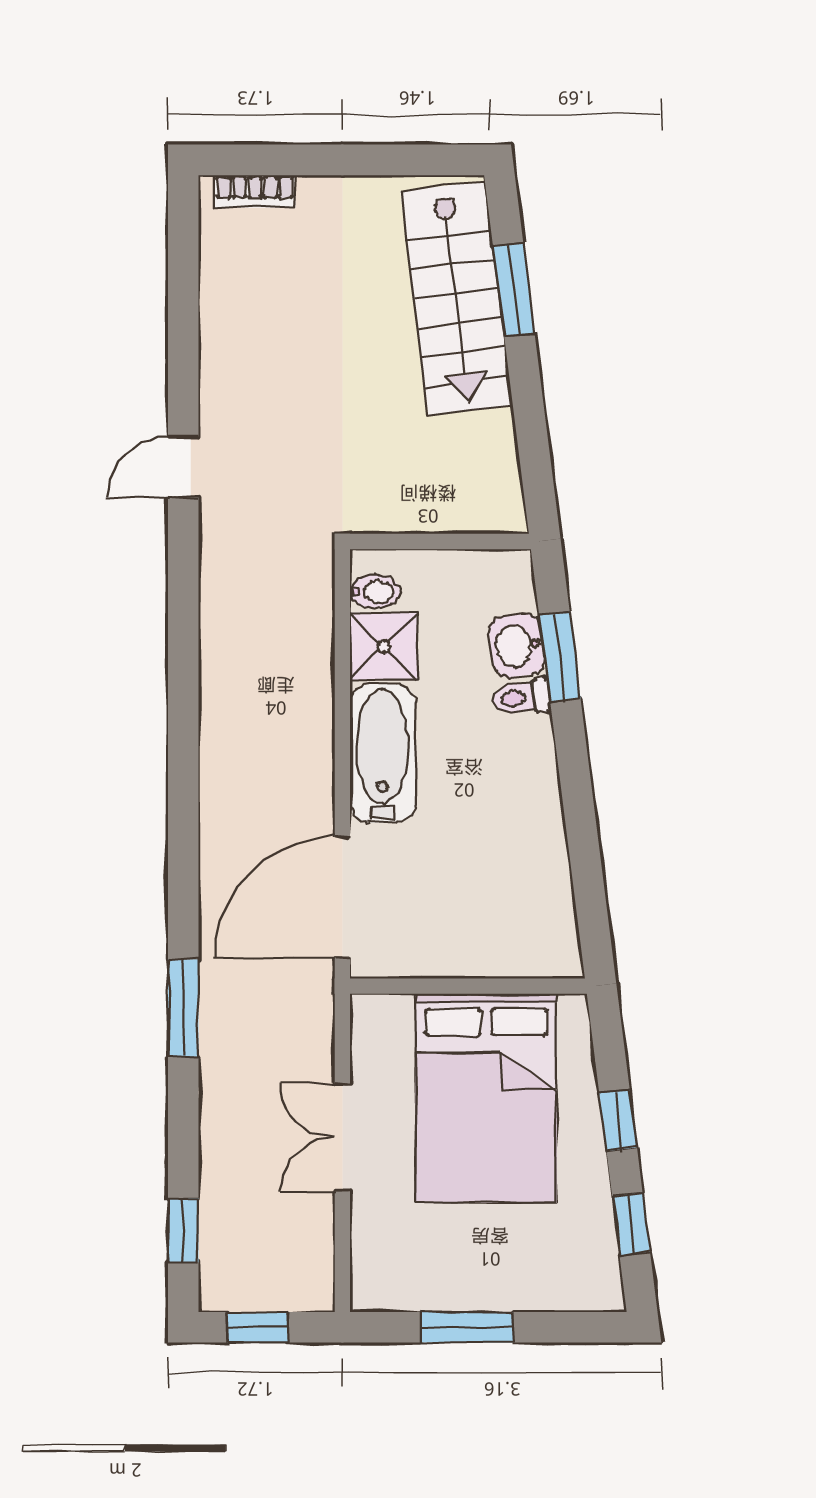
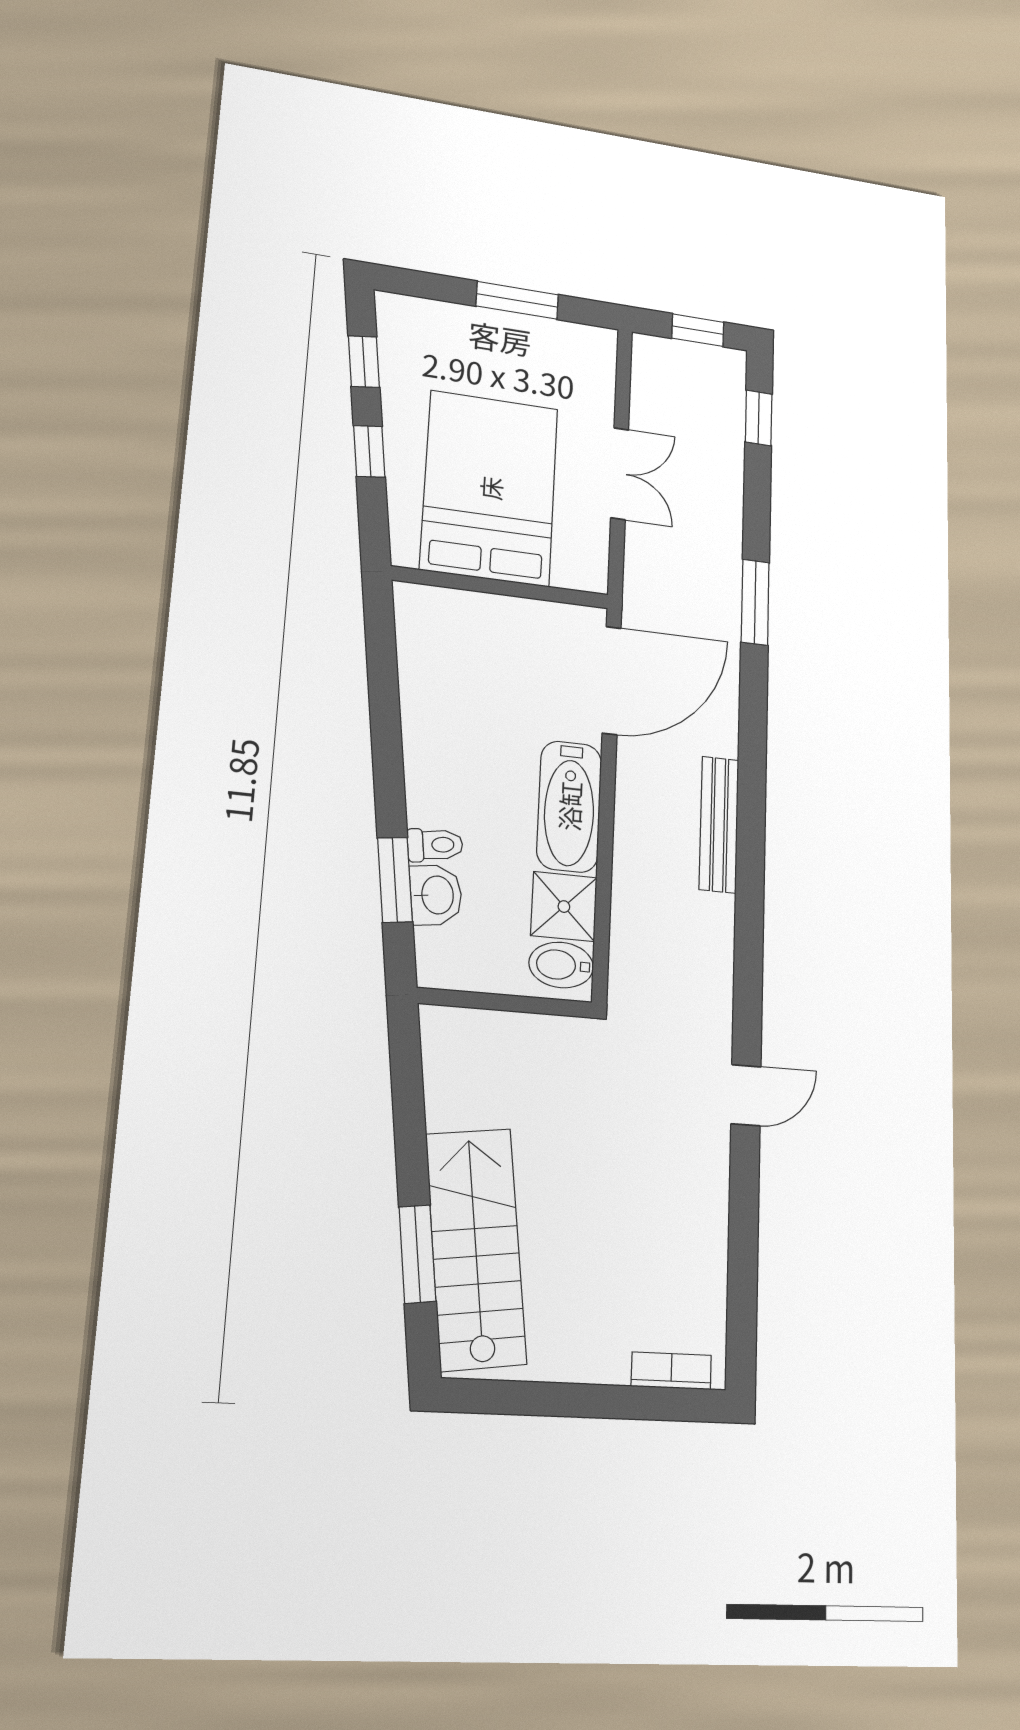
bidet: (375, 592) -> (561, 965), width x1.38, depth x1.36
bench: (219, 751) -> (719, 824), added

